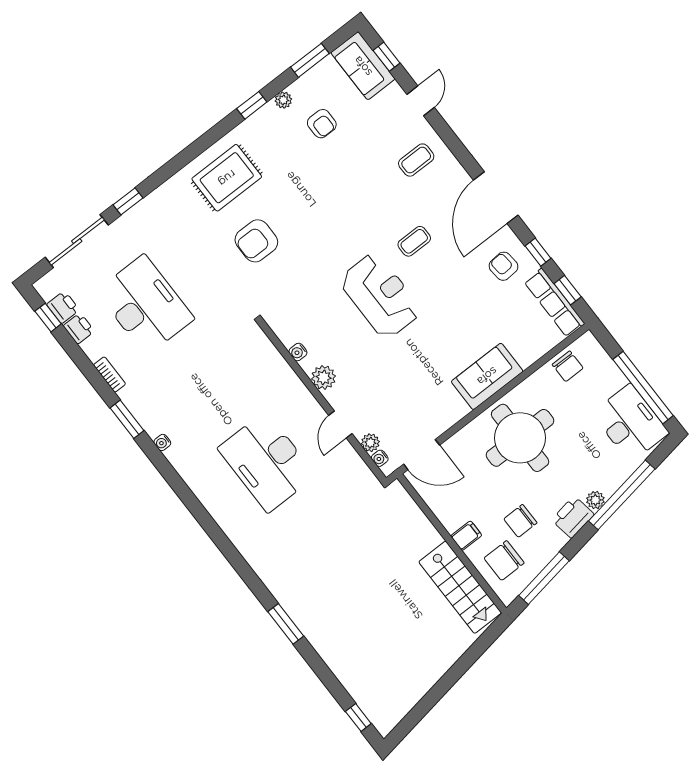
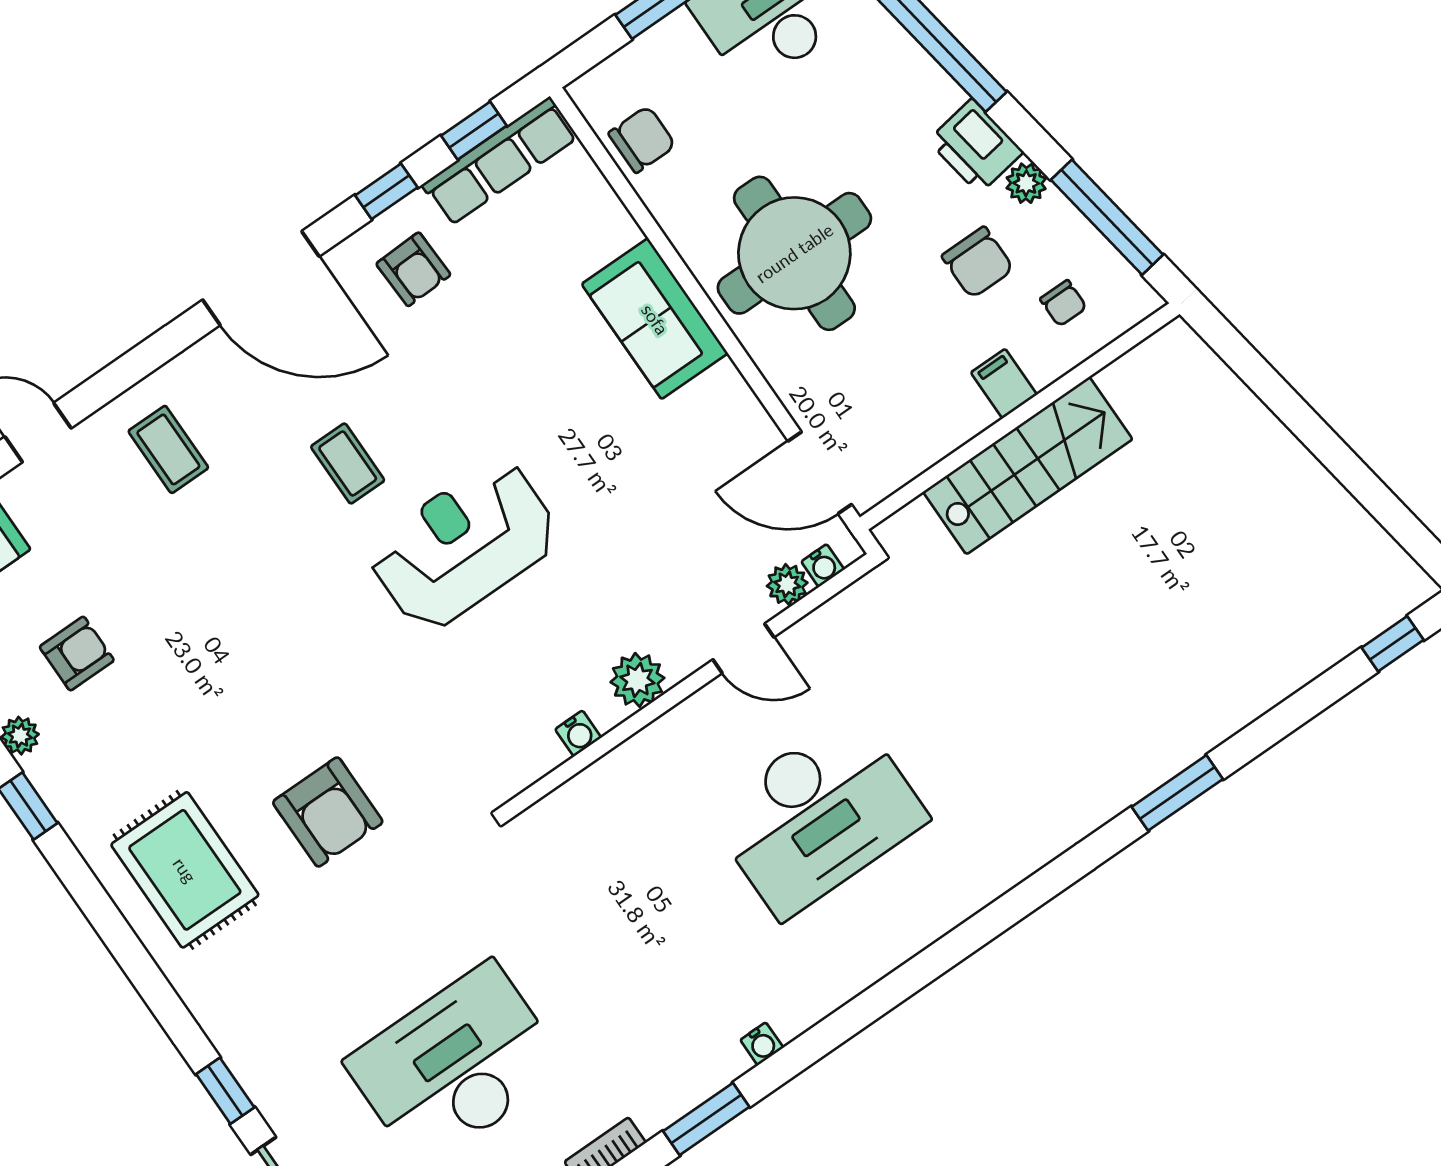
armchair: (503, 266) -> (413, 269), turned -87
door: (422, 455) -> (820, 473), swing flipped
plant: (595, 500) -> (1026, 183), moved
chair: (504, 561) -> (1063, 303), width x0.54, depth x0.54
stairs: (460, 587) -> (1028, 466), moved

